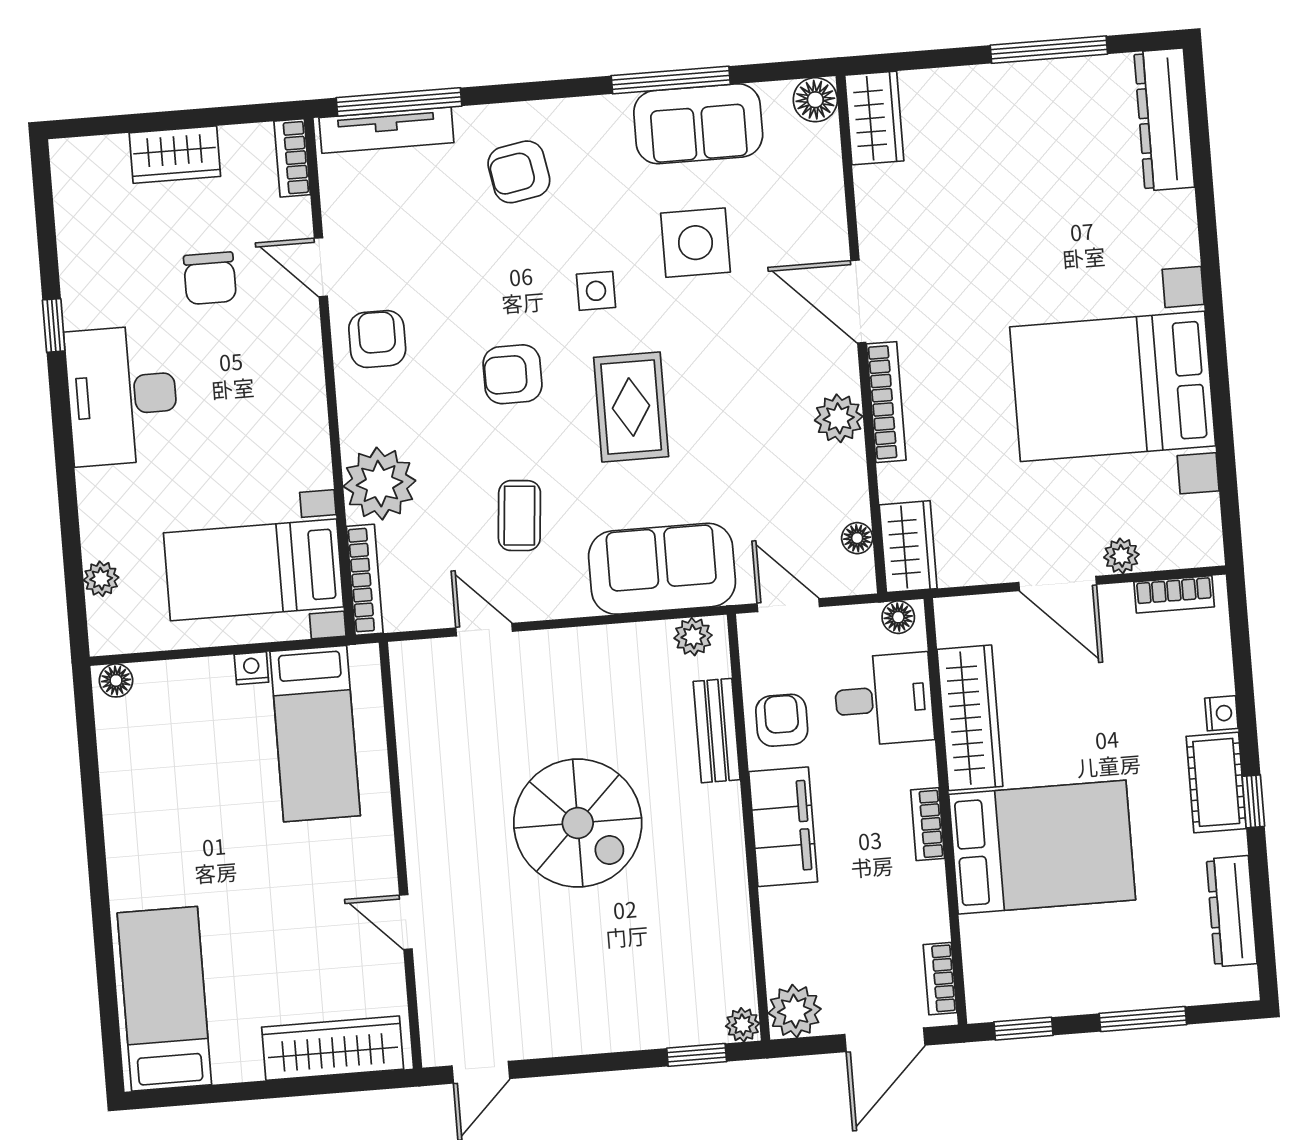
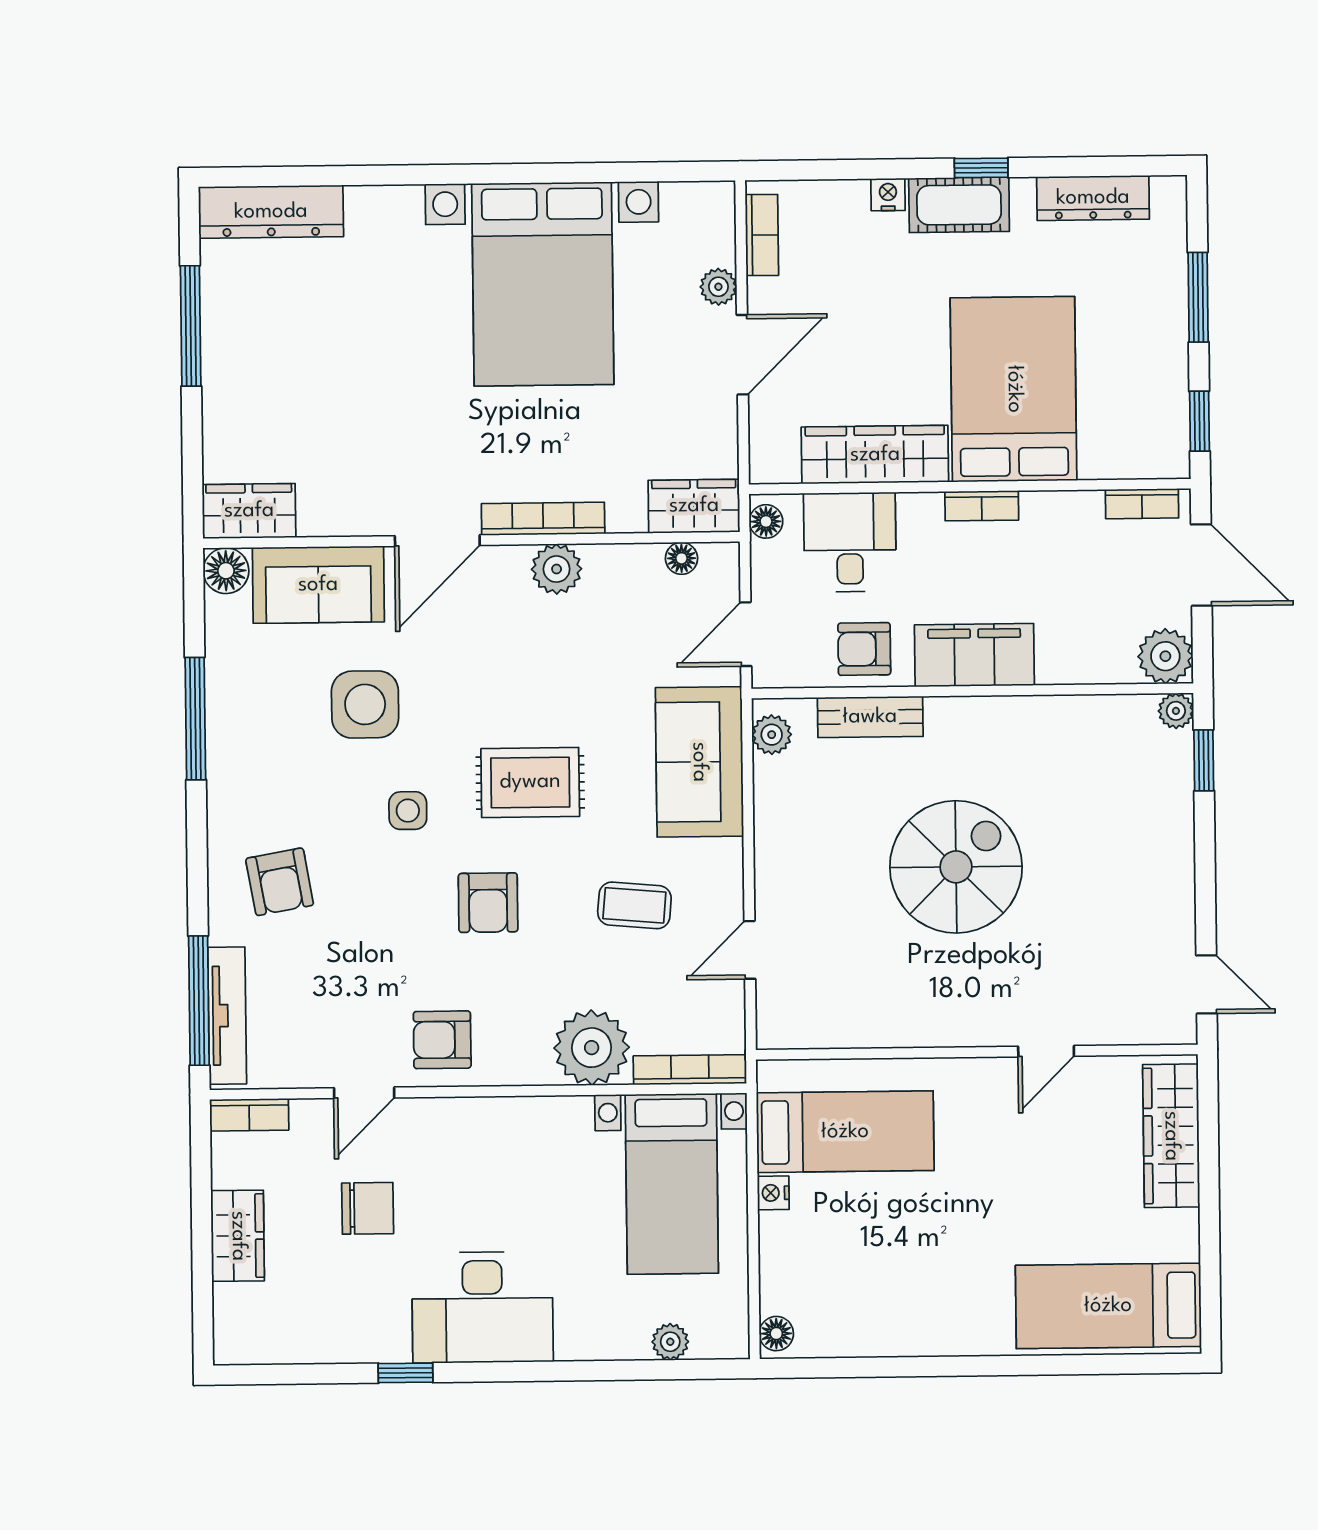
sofa: (698, 124) -> (318, 585), moved, turned 90

